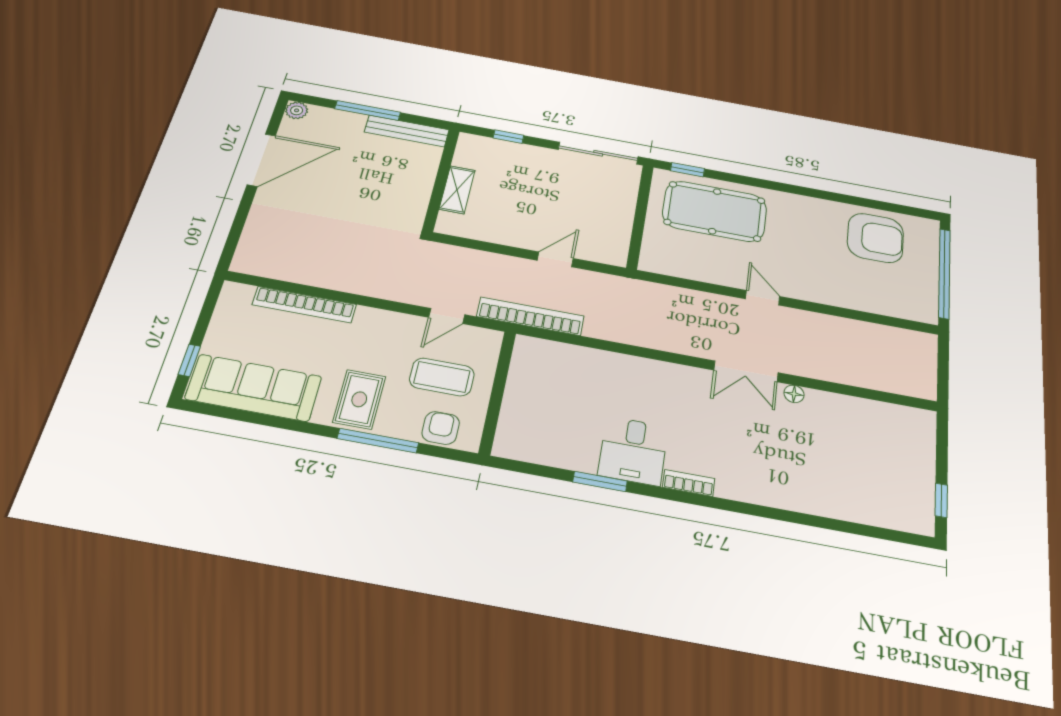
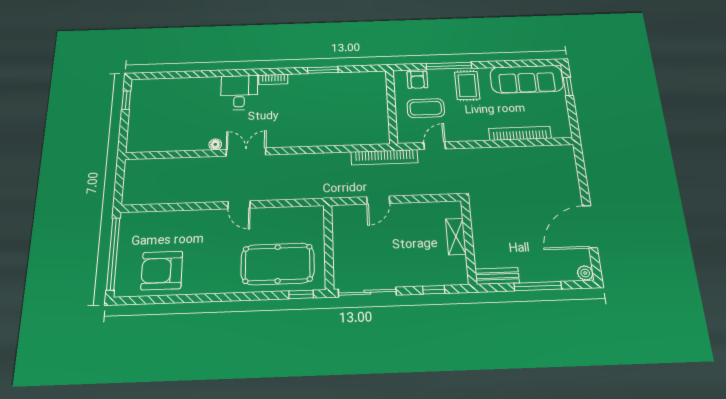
bench: (407, 131) -> (497, 276), width x0.73
desk: (633, 451) -> (239, 93), moved

